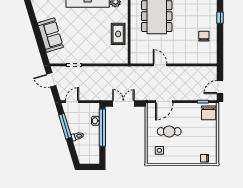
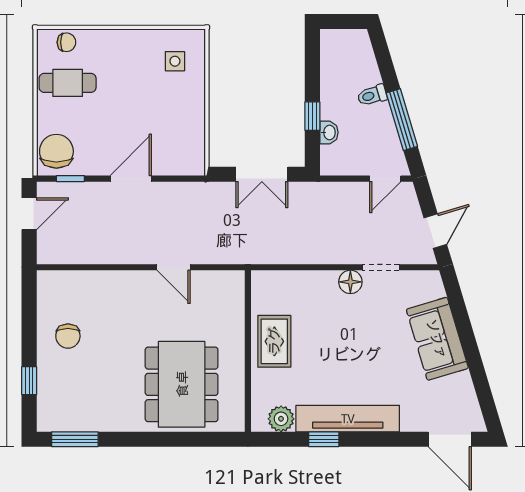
floor lamp: (87, 59) -> (350, 282), added
door: (51, 80) -> (435, 231), hinge flipped
door: (164, 102) -> (131, 179), moved
window: (102, 128) -> (312, 116), width x0.32
cafe table: (169, 131) -> (68, 83), moved

